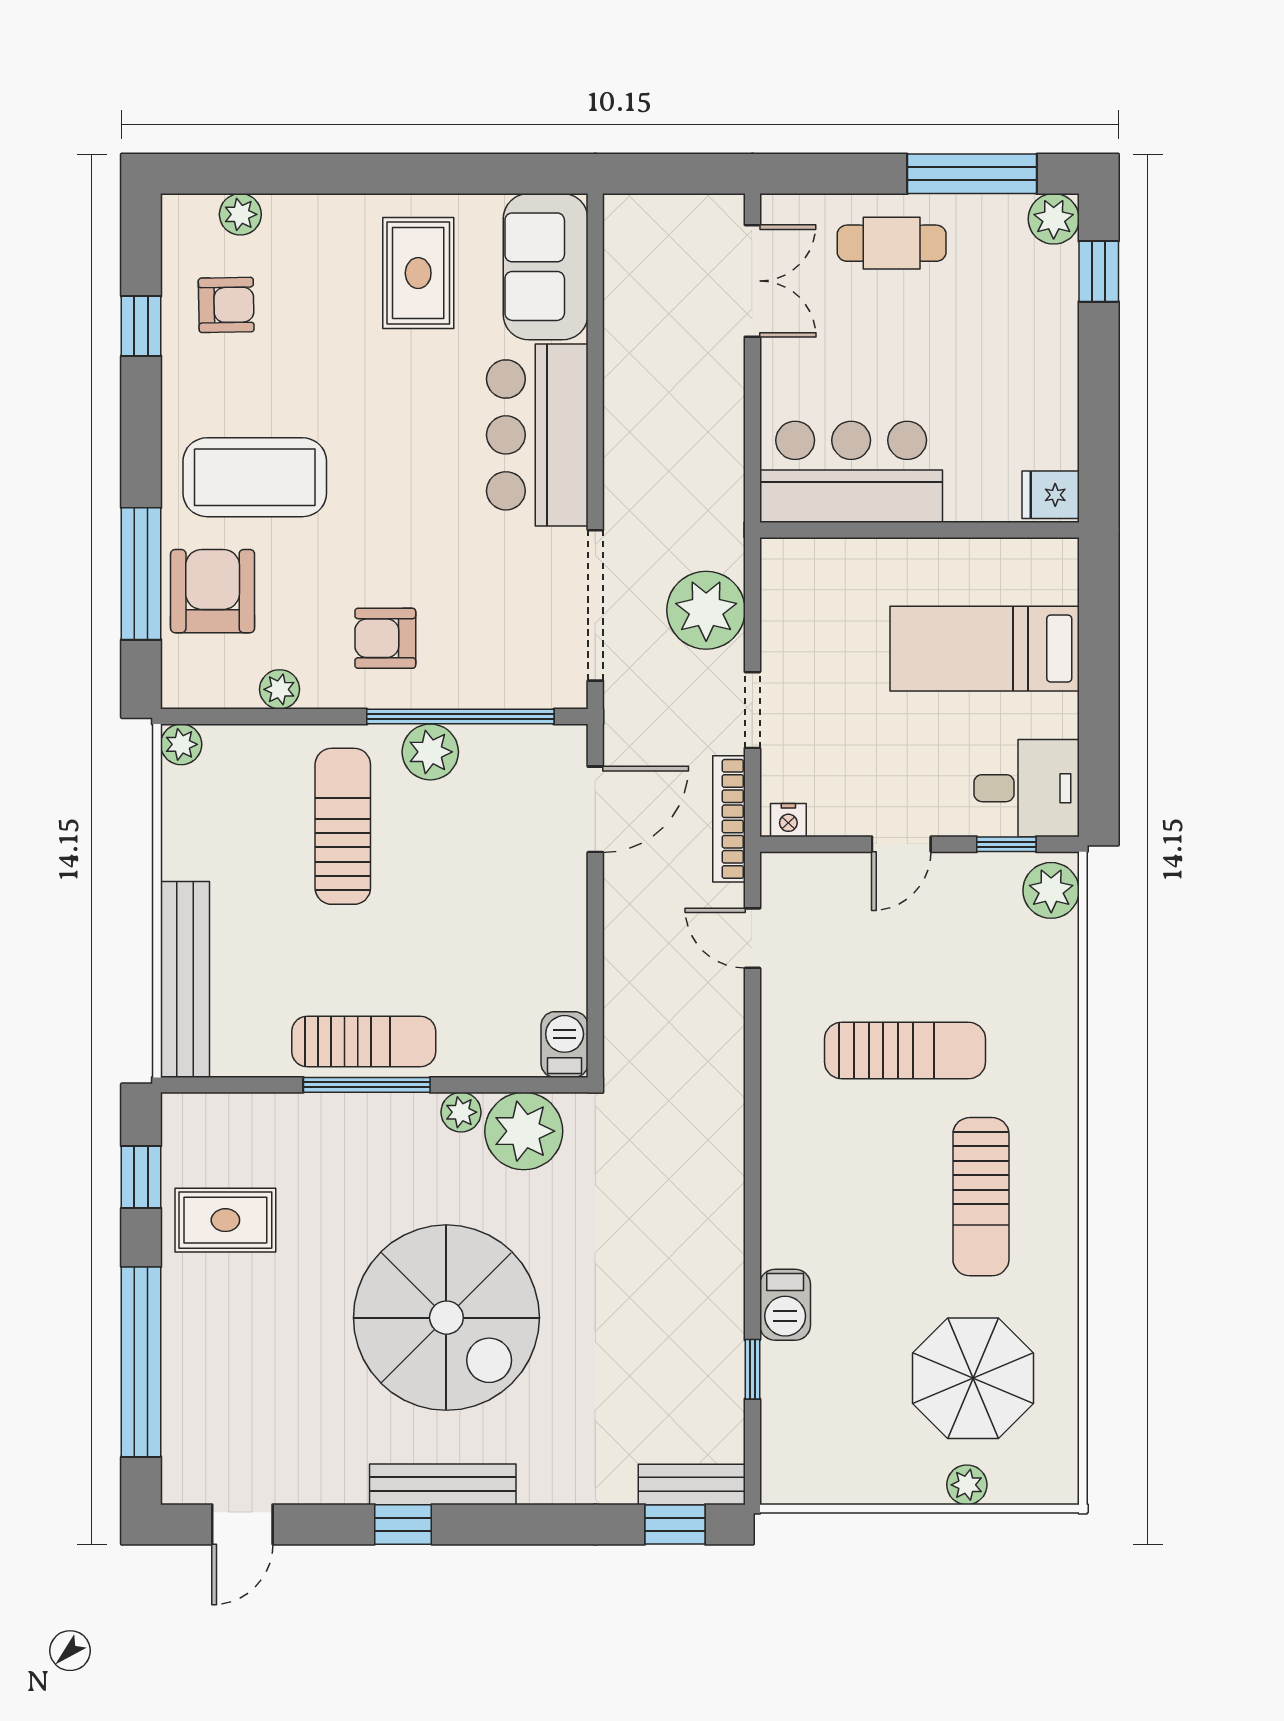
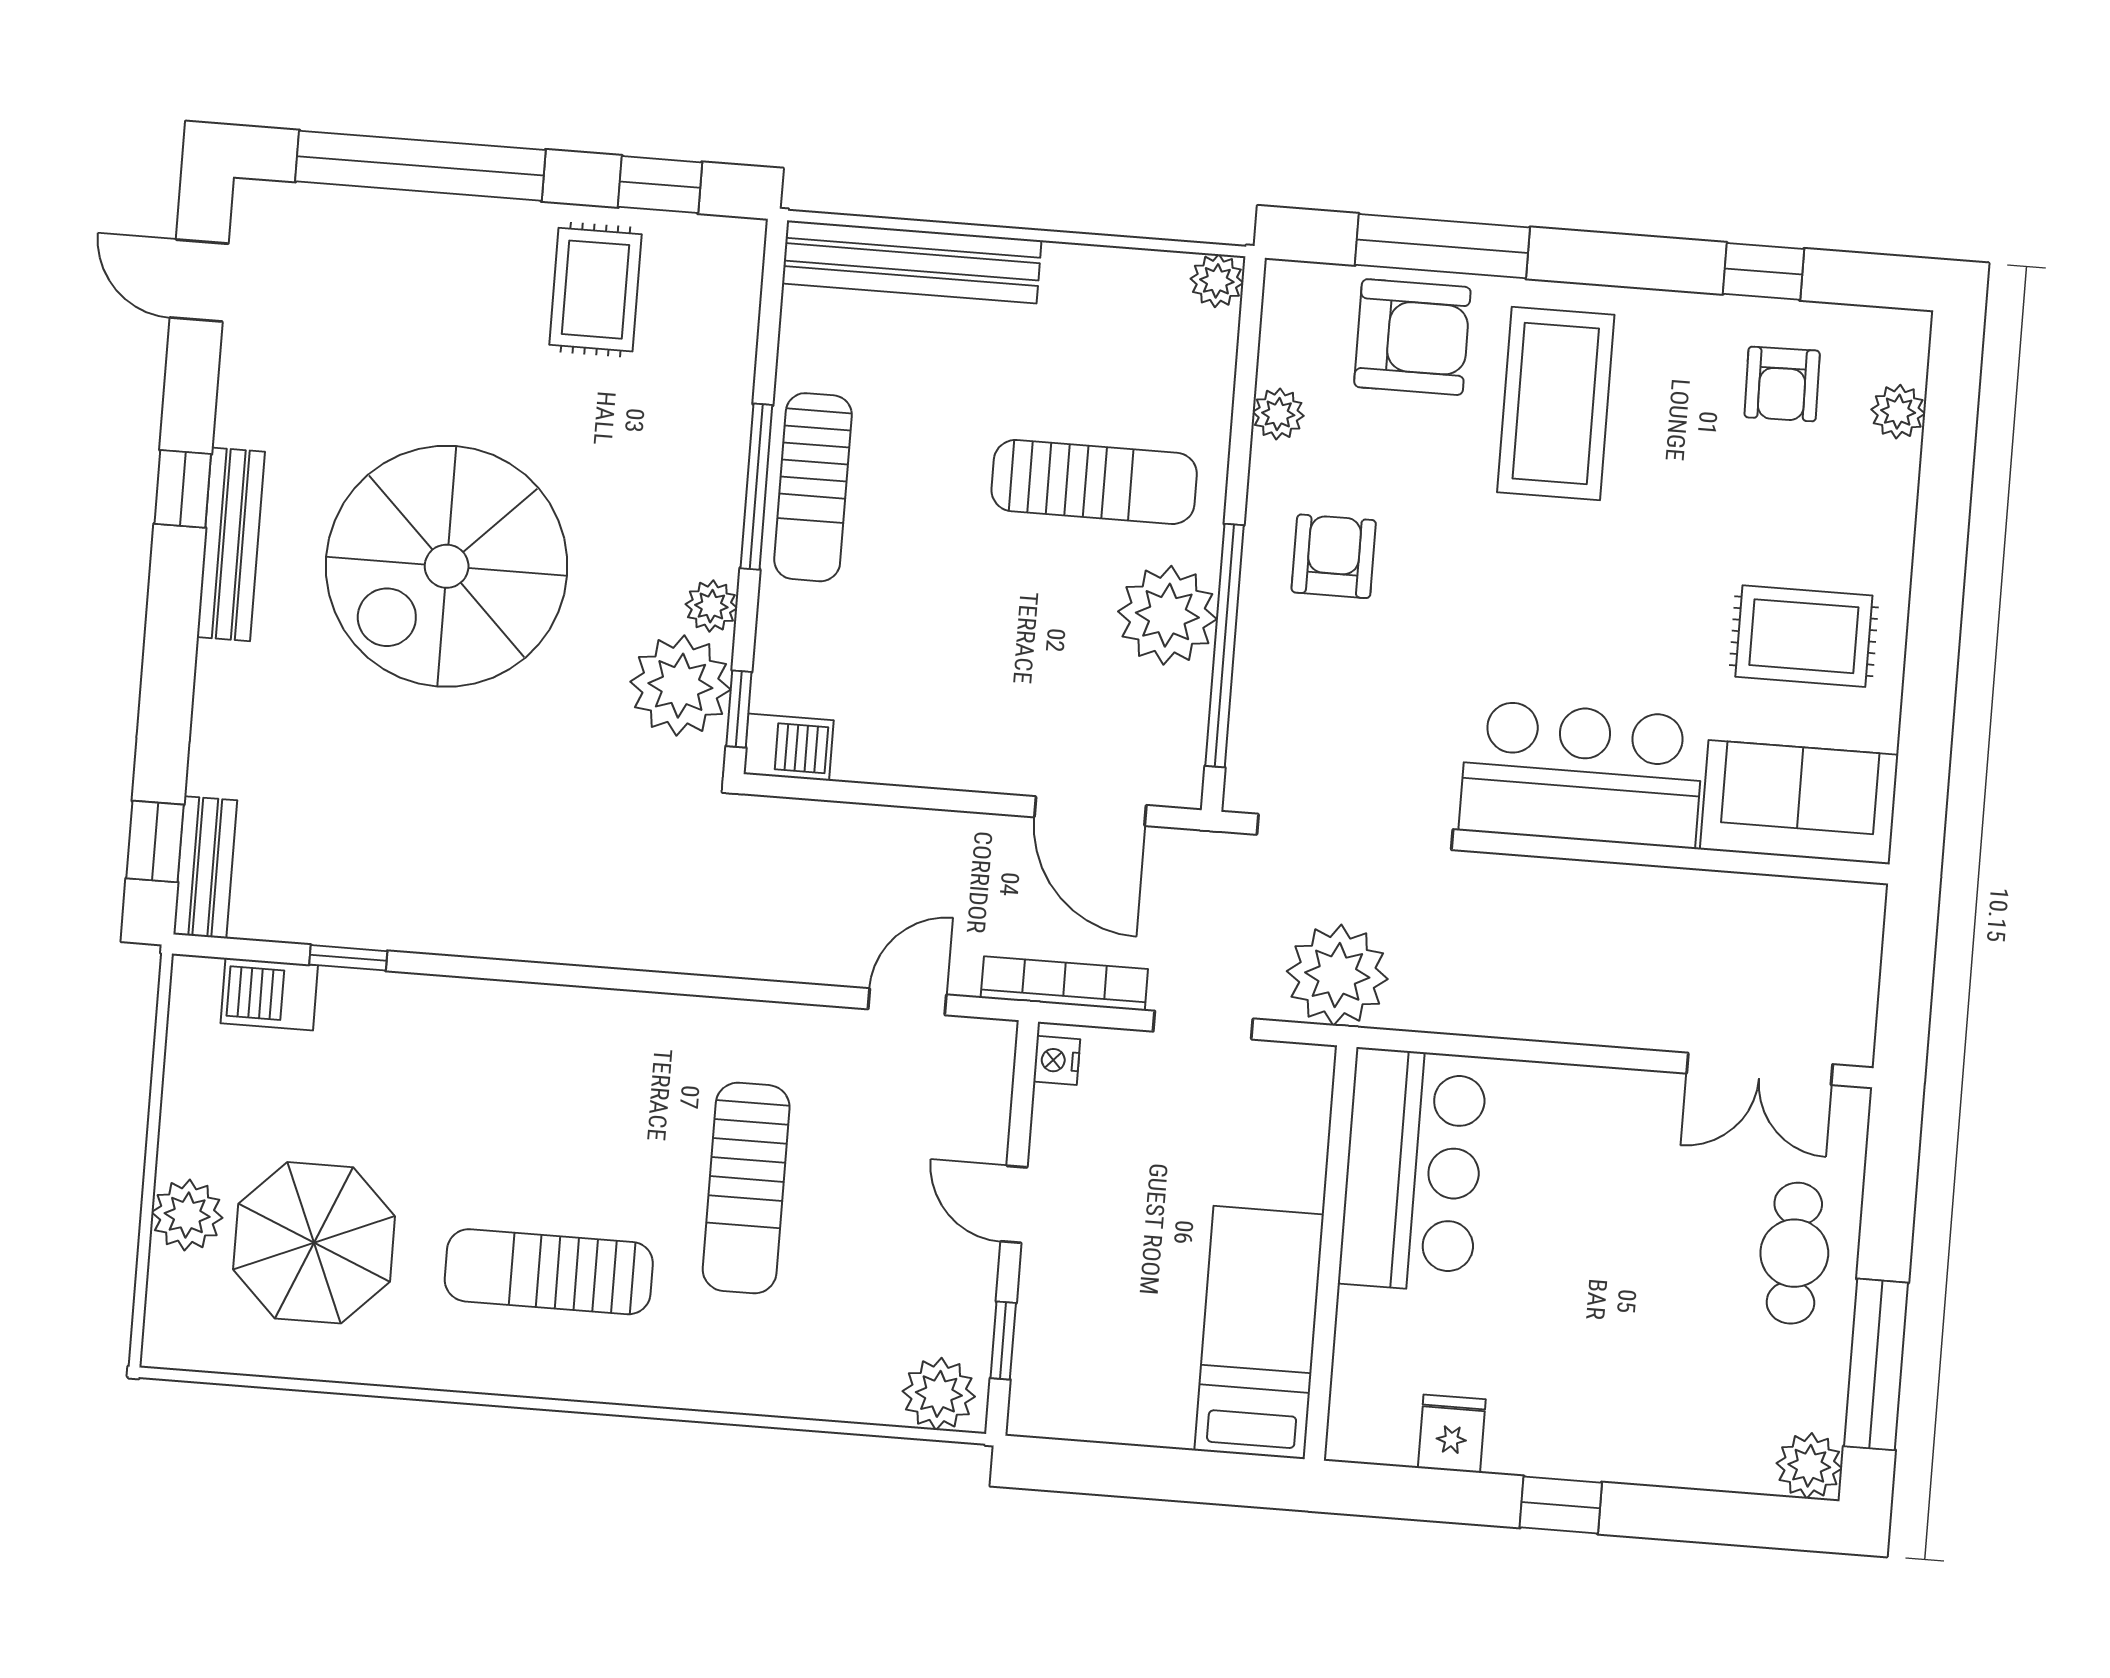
window: (1099, 271) -> (1561, 1505), moved
bar counter: (851, 472) -> (1413, 1170), moved
wall: (919, 530) -> (1331, 1253), moved
plant: (430, 752) -> (1167, 615), width x1.36, depth x1.36
desk: (1027, 788) -> (1074, 1373), removed
window: (538, 1085) -> (739, 709), added
barbecue: (785, 1305) -> (269, 994), moved
plant: (967, 1485) -> (187, 1215), width x1.38, depth x1.38

